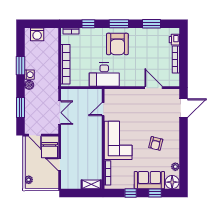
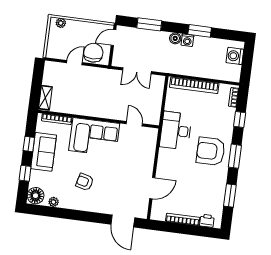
chair: (49, 150) -> (93, 53), turned 90
sofa: (149, 180) -> (44, 152), moved

